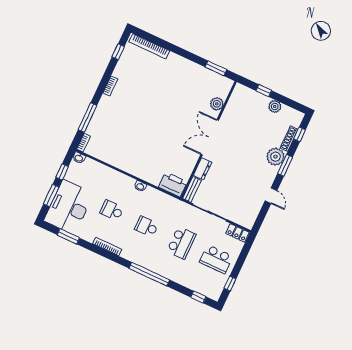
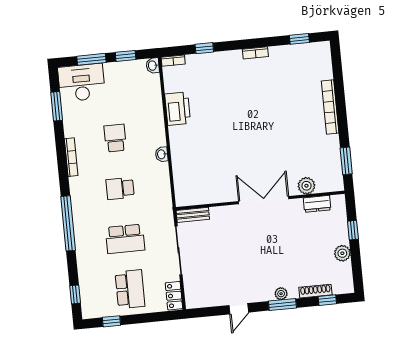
bookcase: (149, 46) -> (330, 107), moved
window: (88, 117) -> (204, 48), width x0.46
plant: (275, 157) -> (281, 294), width x0.53, depth x0.53
dresser: (203, 169) -> (317, 204), moved
printer: (173, 184) -> (178, 109), moved
desk: (69, 207) -> (81, 83), width x0.73, depth x0.77
school desk: (147, 227) -> (120, 188), turned -90
school desk: (216, 259) -> (130, 289), turned 180

